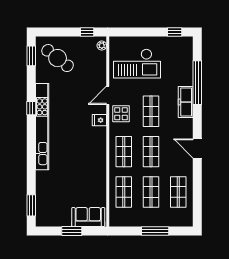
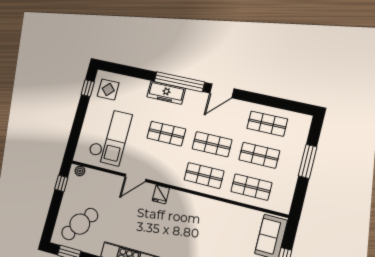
window: (197, 83) -> (179, 82), moved
door: (108, 95) -> (135, 178), hinge flipped
display table: (121, 114) -> (108, 89), moved

